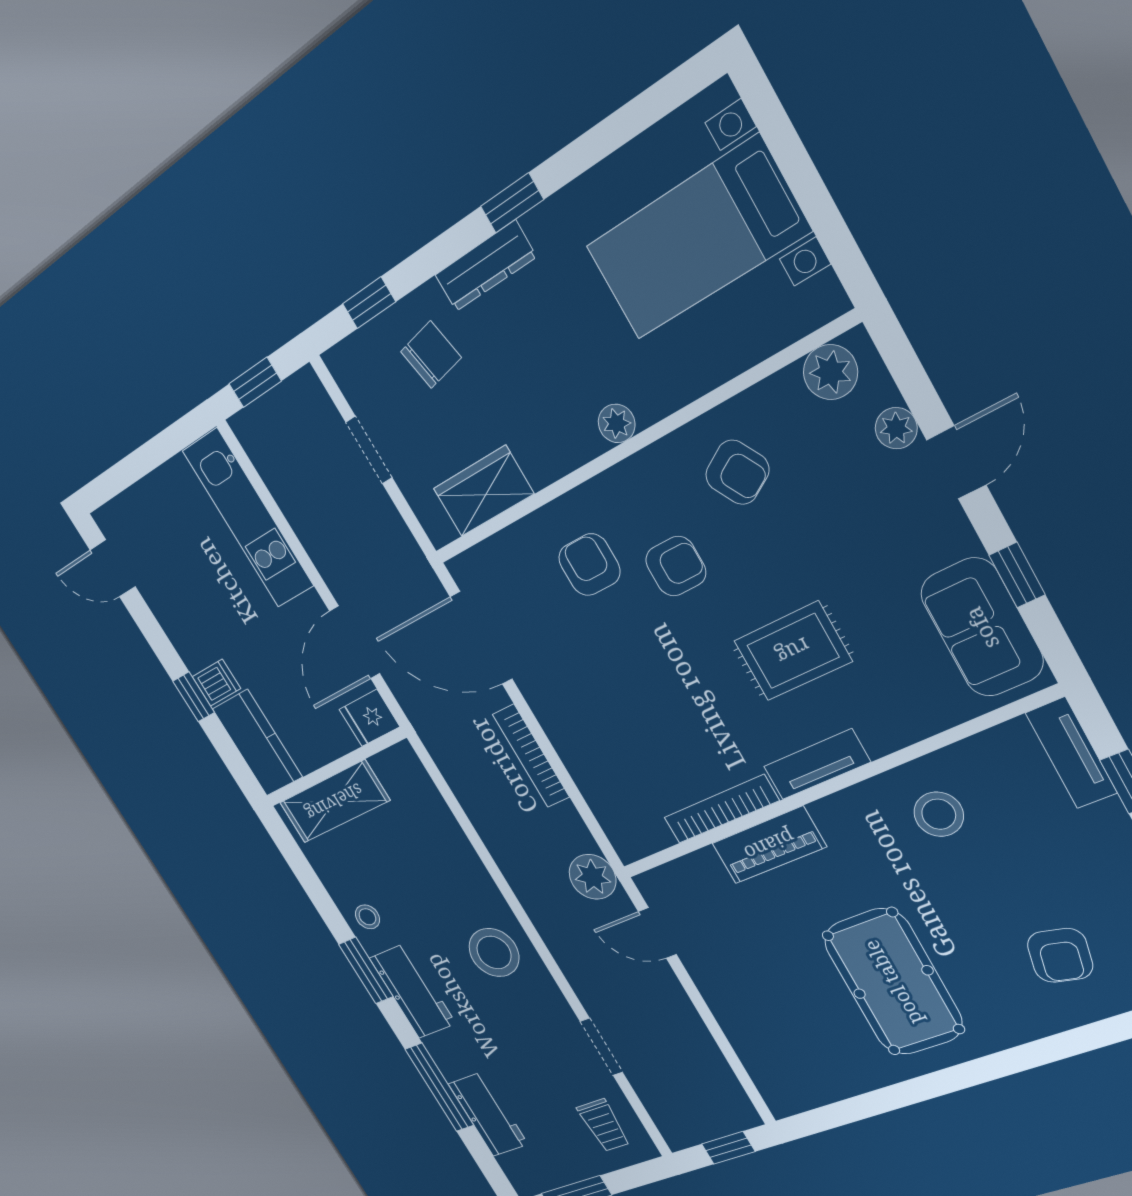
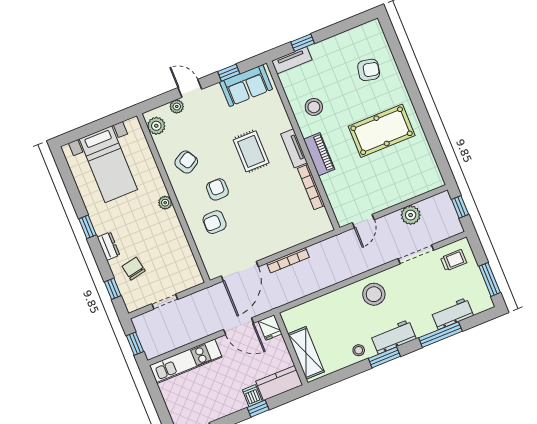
dresser: (485, 266) -> (109, 246), width x0.70
wardrobe: (483, 491) -> (184, 258), removed
piano: (769, 845) -> (319, 154), moved
plant: (593, 877) -> (411, 215), moved
doorway: (601, 1047) -> (416, 254), width x1.38

